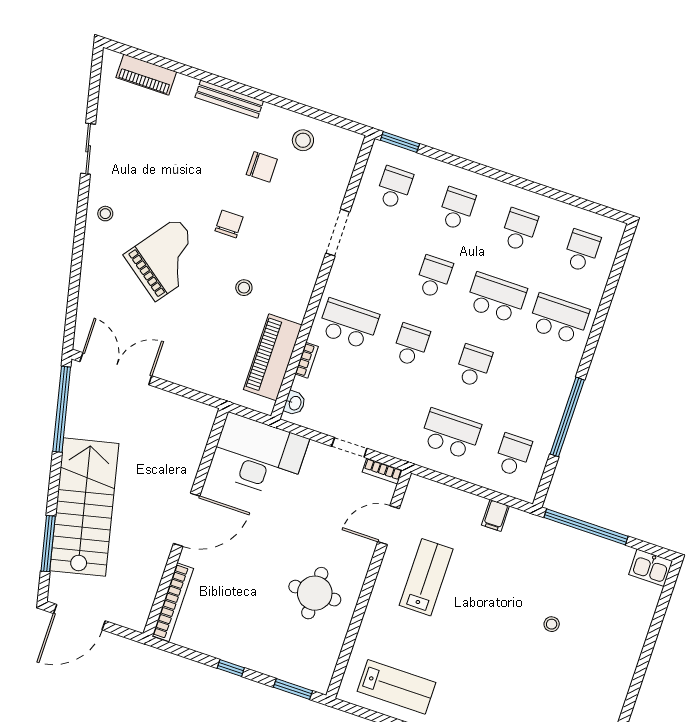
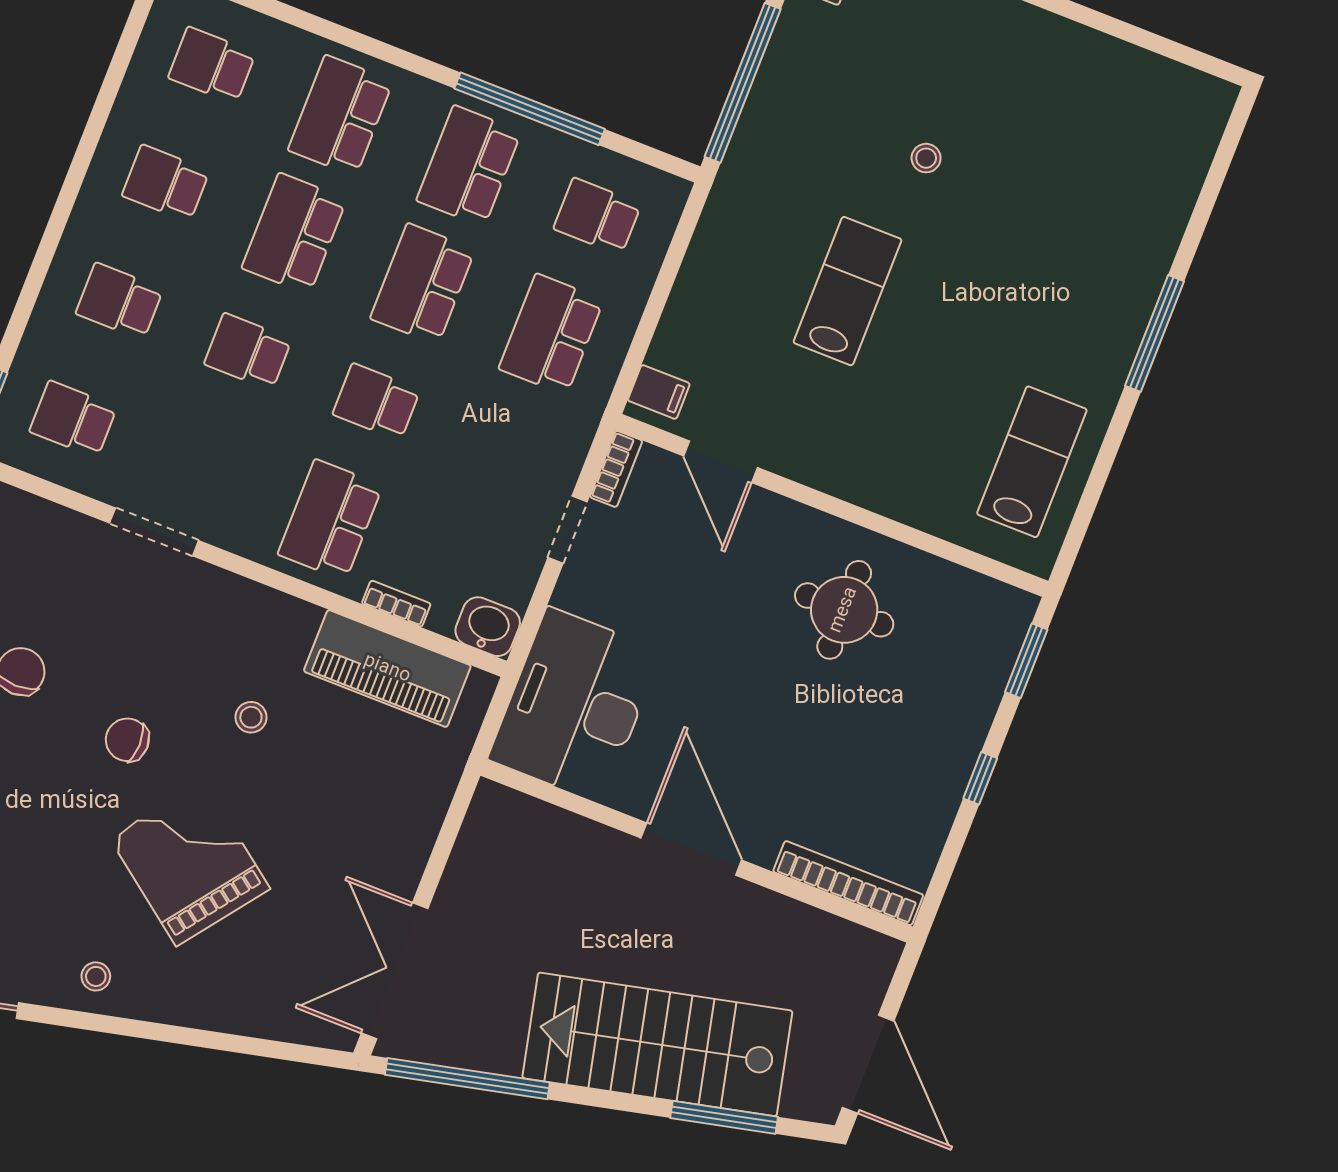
school desk: (473, 366) -> (423, 284), width x1.85
school desk: (536, 387) -> (469, 166), added
washbasin: (295, 403) -> (488, 627), width x1.38, depth x1.45
filing cabinet: (495, 516) -> (659, 392), moved
lab bench: (426, 577) -> (848, 291), moved, turned 90

